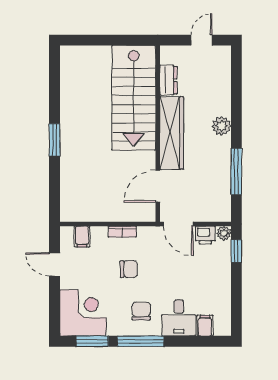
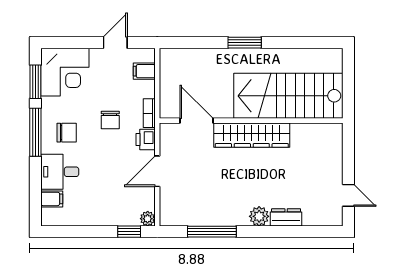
dresser: (168, 80) -> (286, 217), moved, turned 180
stairs: (134, 98) -> (288, 96), moved
wardrobe: (172, 133) -> (252, 135), moved
wall: (158, 134) -> (251, 121), moved
door: (158, 186) -> (197, 121), moved
printer: (205, 235) -> (146, 140), moved

